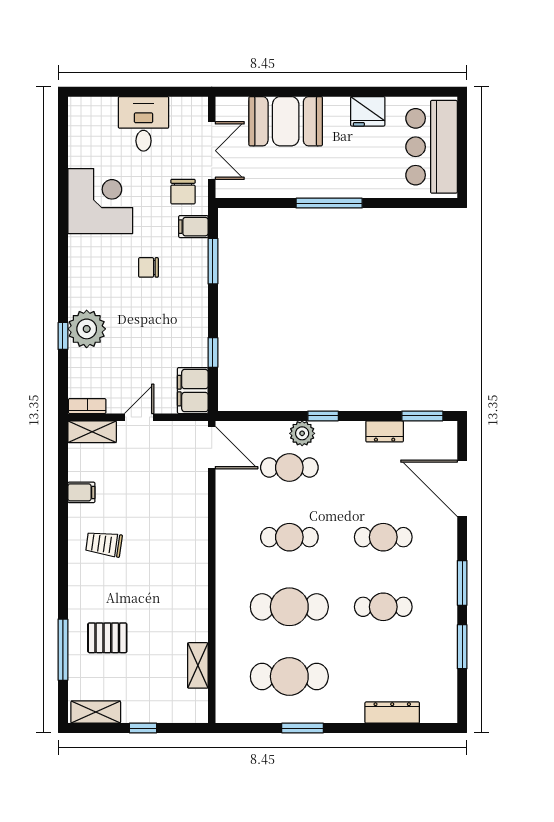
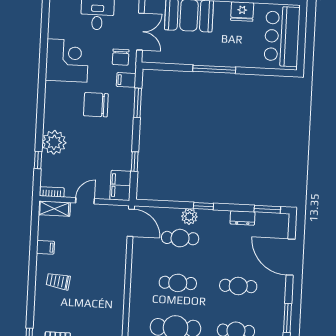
chair: (148, 267) -> (96, 105), width x1.87, depth x1.87
window: (63, 336) -> (38, 160), moved

